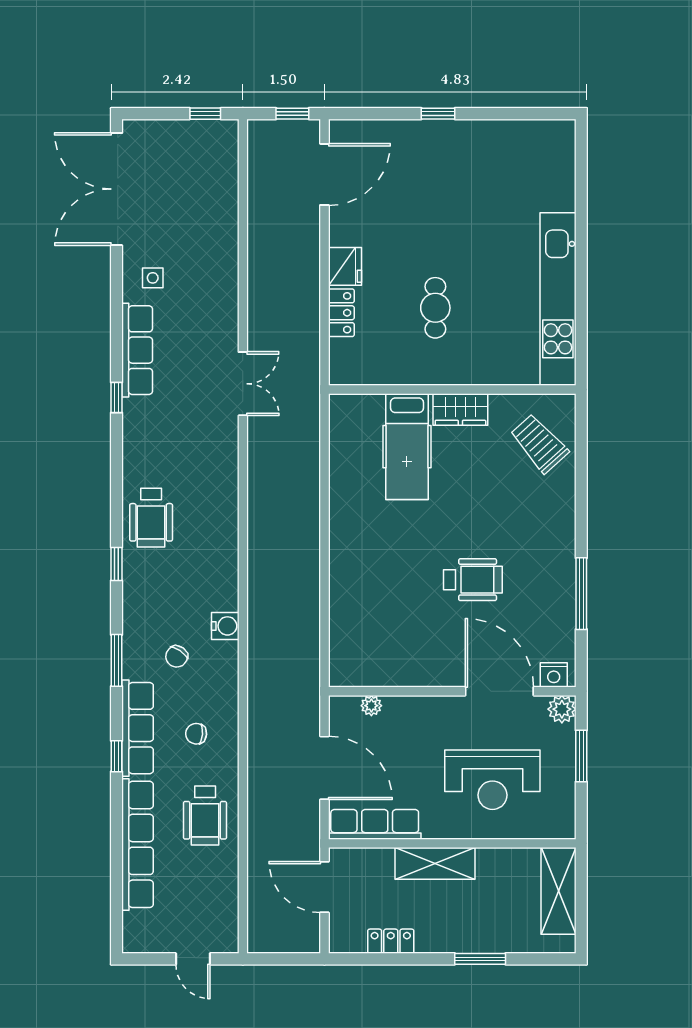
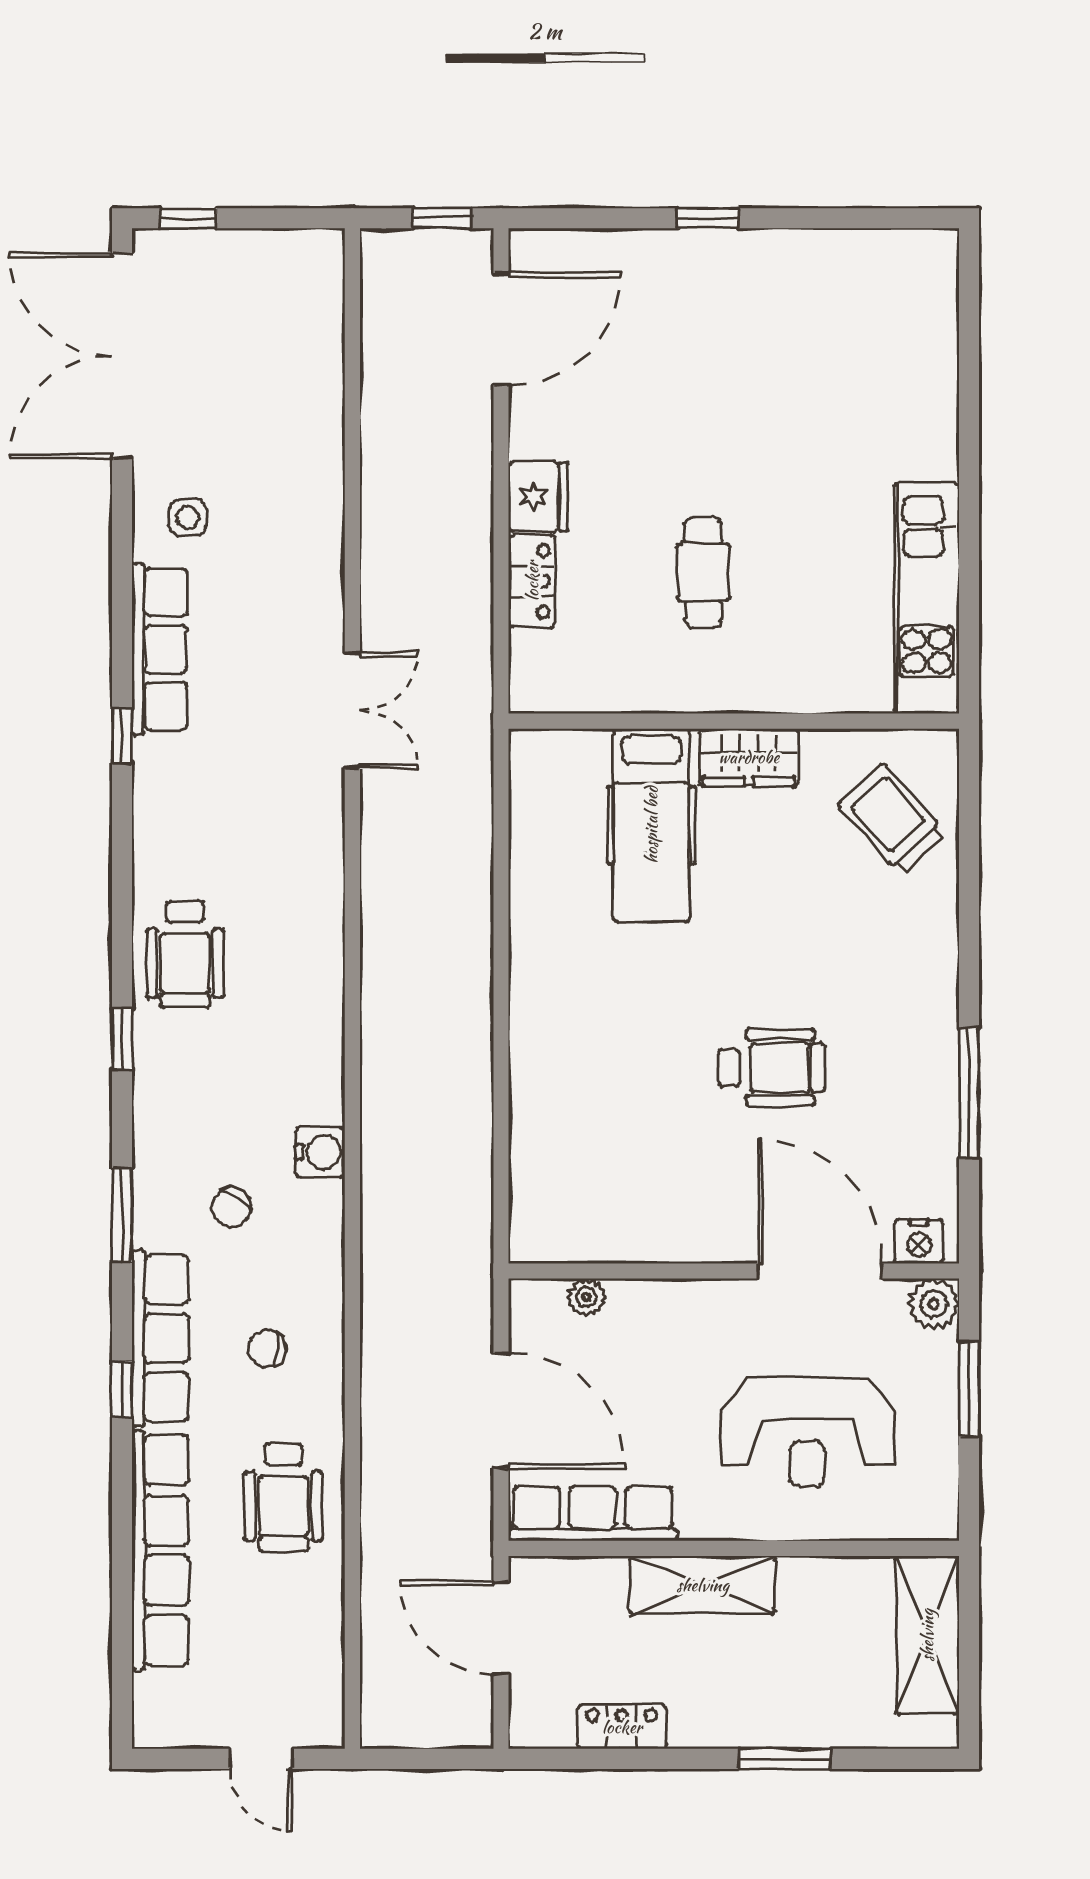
window: (205, 114) -> (188, 218), moved
kitchen unit: (558, 299) -> (927, 598), width x0.73

